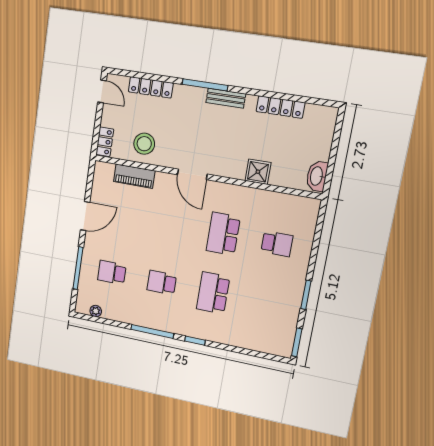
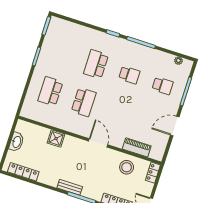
locker: (280, 107) -> (23, 172), moved
washbasin: (317, 176) -> (16, 142), moved
school desk: (277, 244) -> (50, 91), width x1.85
school desk: (213, 293) -> (96, 64), turned 180

